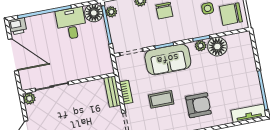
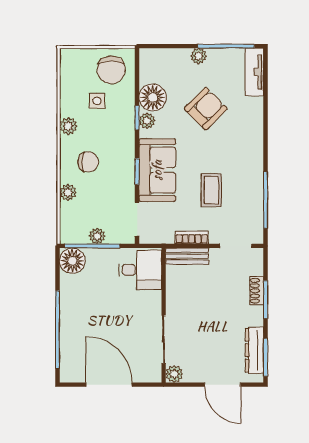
plant: (111, 12) -> (97, 236), moved
desk: (71, 23) -> (140, 270), moved, turned 180
printer: (17, 26) -> (70, 371), removed
door: (13, 55) -> (109, 385), hinge flipped
plant: (252, 73) -> (199, 56), added
armchair: (198, 105) -> (206, 109), moved, turned 45

